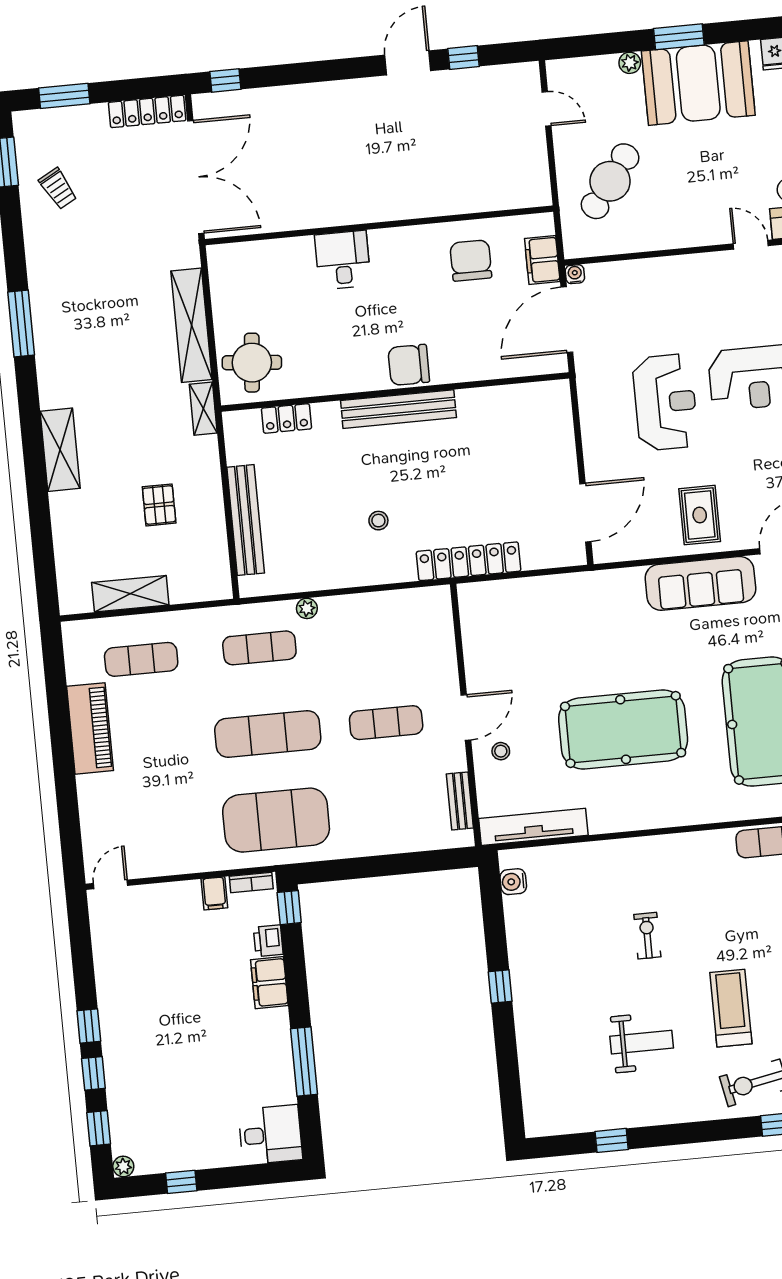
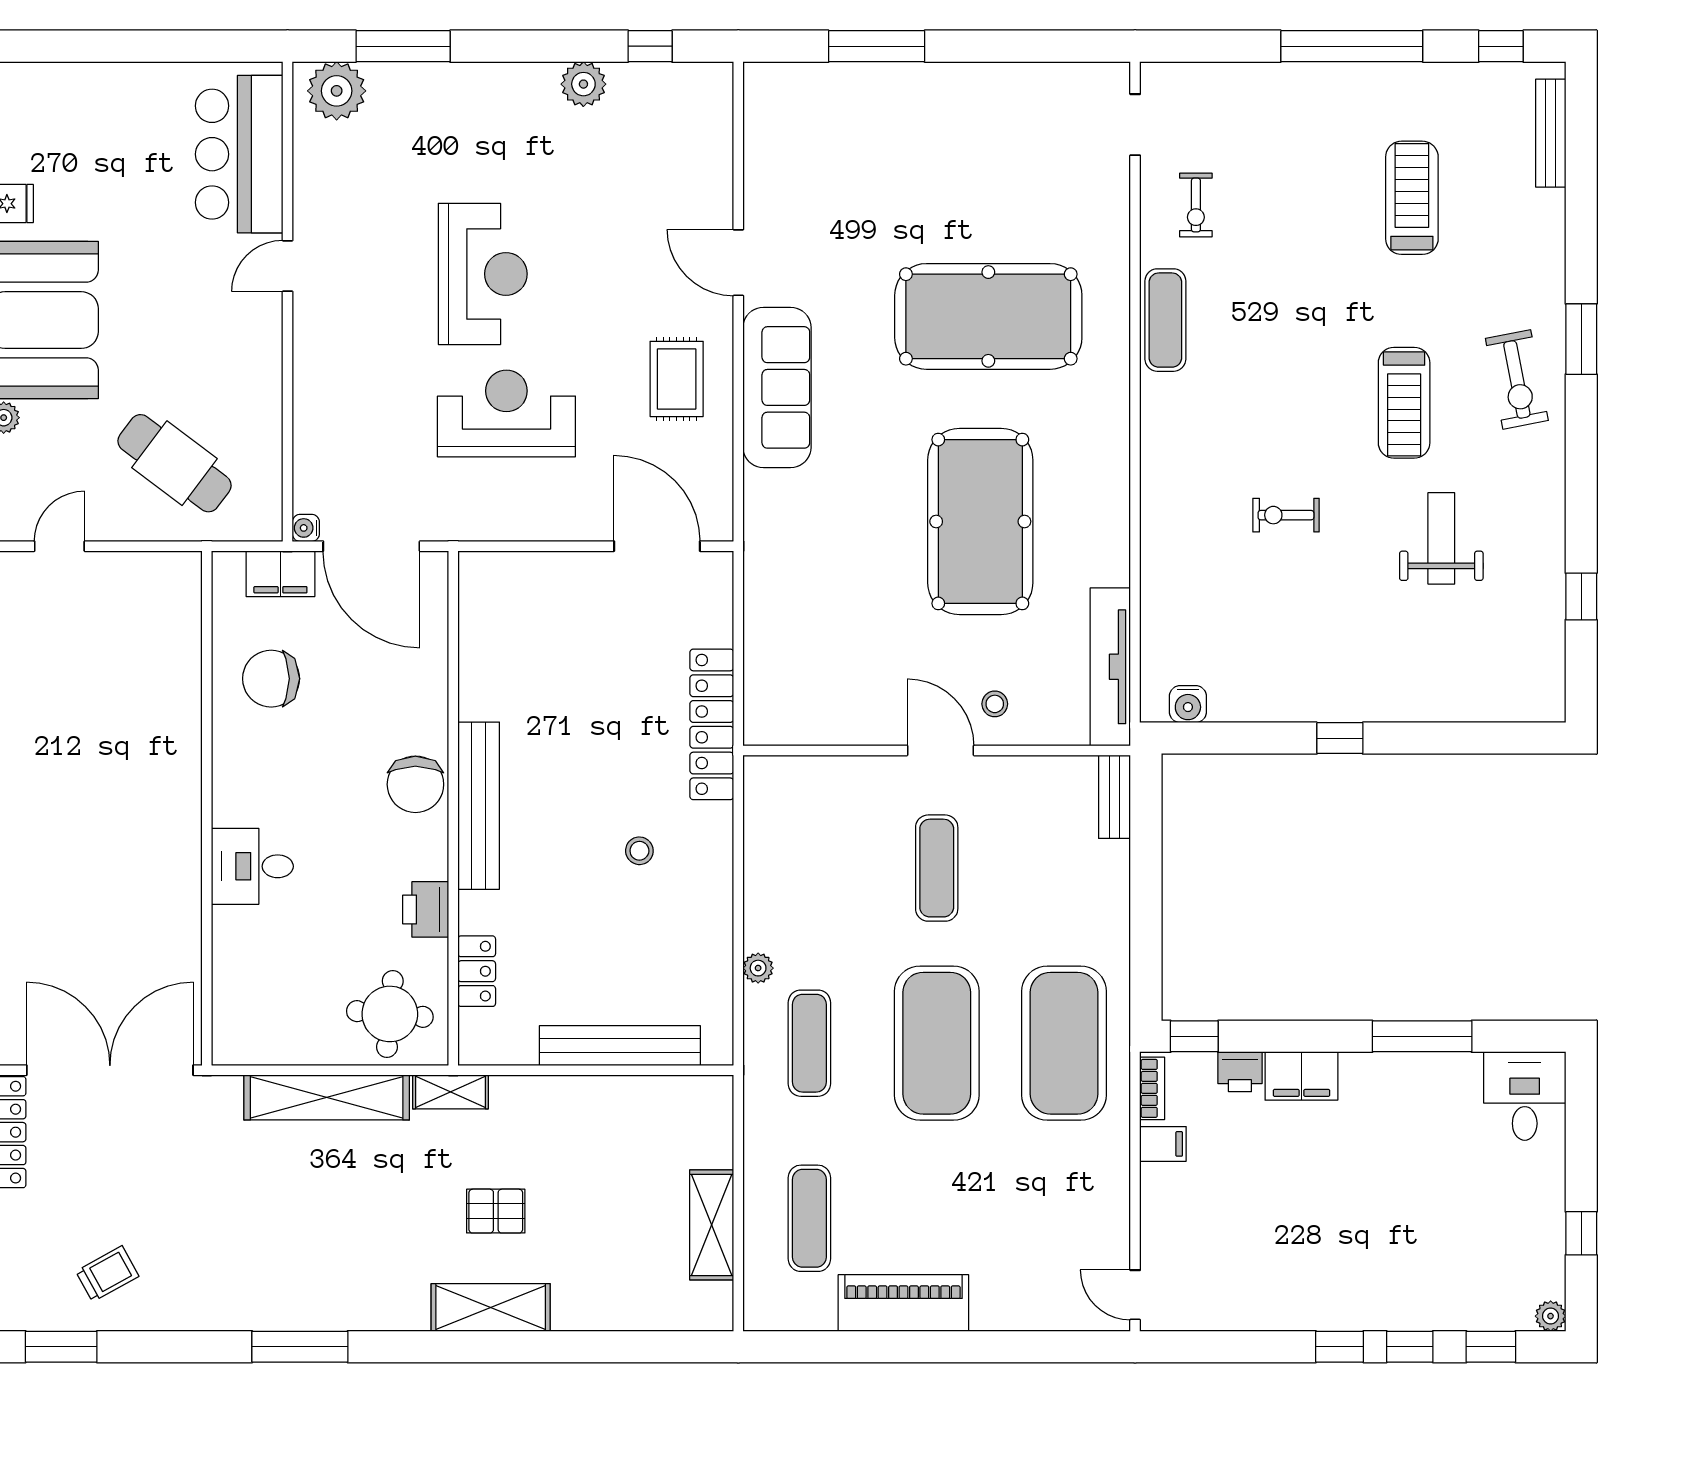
printer: (325, 380) -> (426, 909), added
pallet: (159, 505) -> (496, 1211), moved
rug: (700, 515) -> (677, 379), turned 90
exercise mat: (268, 734) -> (937, 1043), width x1.47
bench: (460, 801) -> (1115, 797), moved, turned 90
treadmill: (731, 1008) -> (1404, 403), turned -90

